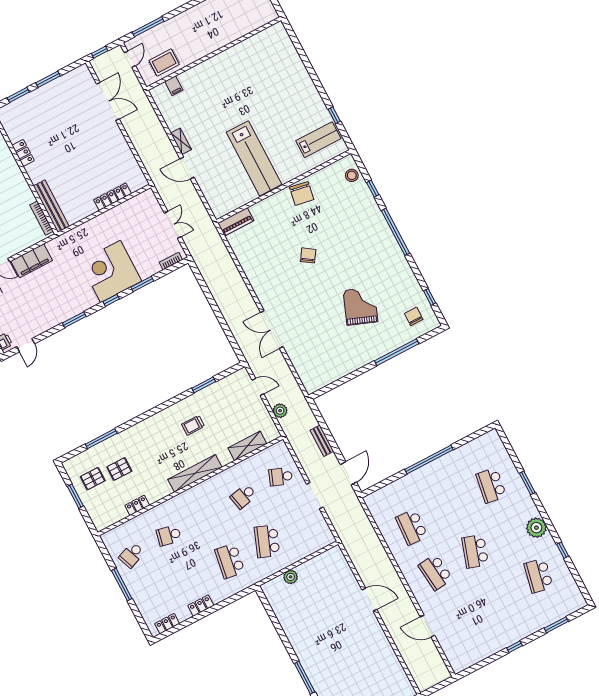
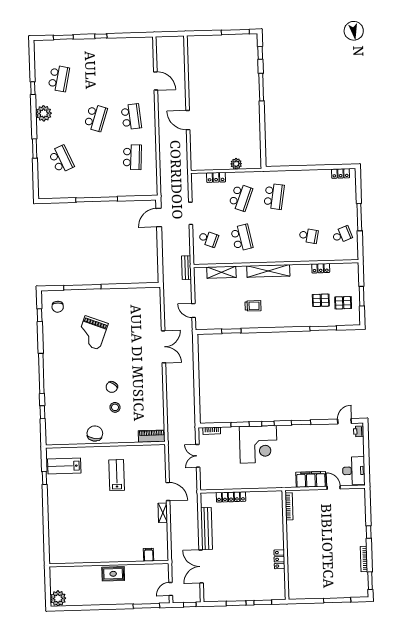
rug: (164, 62) -> (113, 574), moved
lab bench: (254, 158) -> (117, 475), width x0.54, depth x0.72
stool: (352, 175) -> (115, 407), moved
bench: (51, 206) -> (206, 529), moved
plant: (280, 411) -> (186, 286), removed
bench: (322, 441) -> (186, 268), moved
school desk: (491, 485) -> (61, 159), turned -33
school desk: (243, 496) -> (242, 238), width x1.85
locker: (201, 606) -> (216, 177), moved

